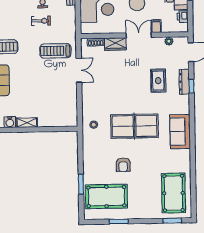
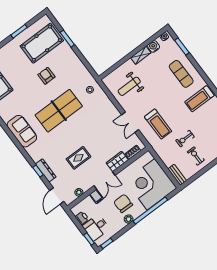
treadmill: (55, 51) -> (158, 124), turned 90
rug: (158, 81) -> (78, 158), moved, turned 90
weight bench: (57, 103) -> (129, 86), added

